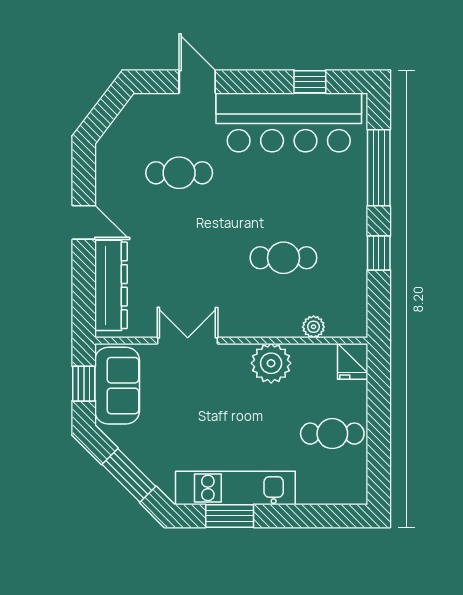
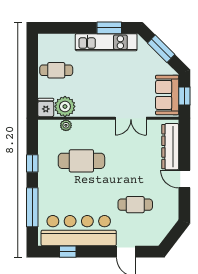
cafe table: (283, 258) -> (81, 161), width x1.37, depth x1.35
plant: (271, 363) -> (65, 106), moved

